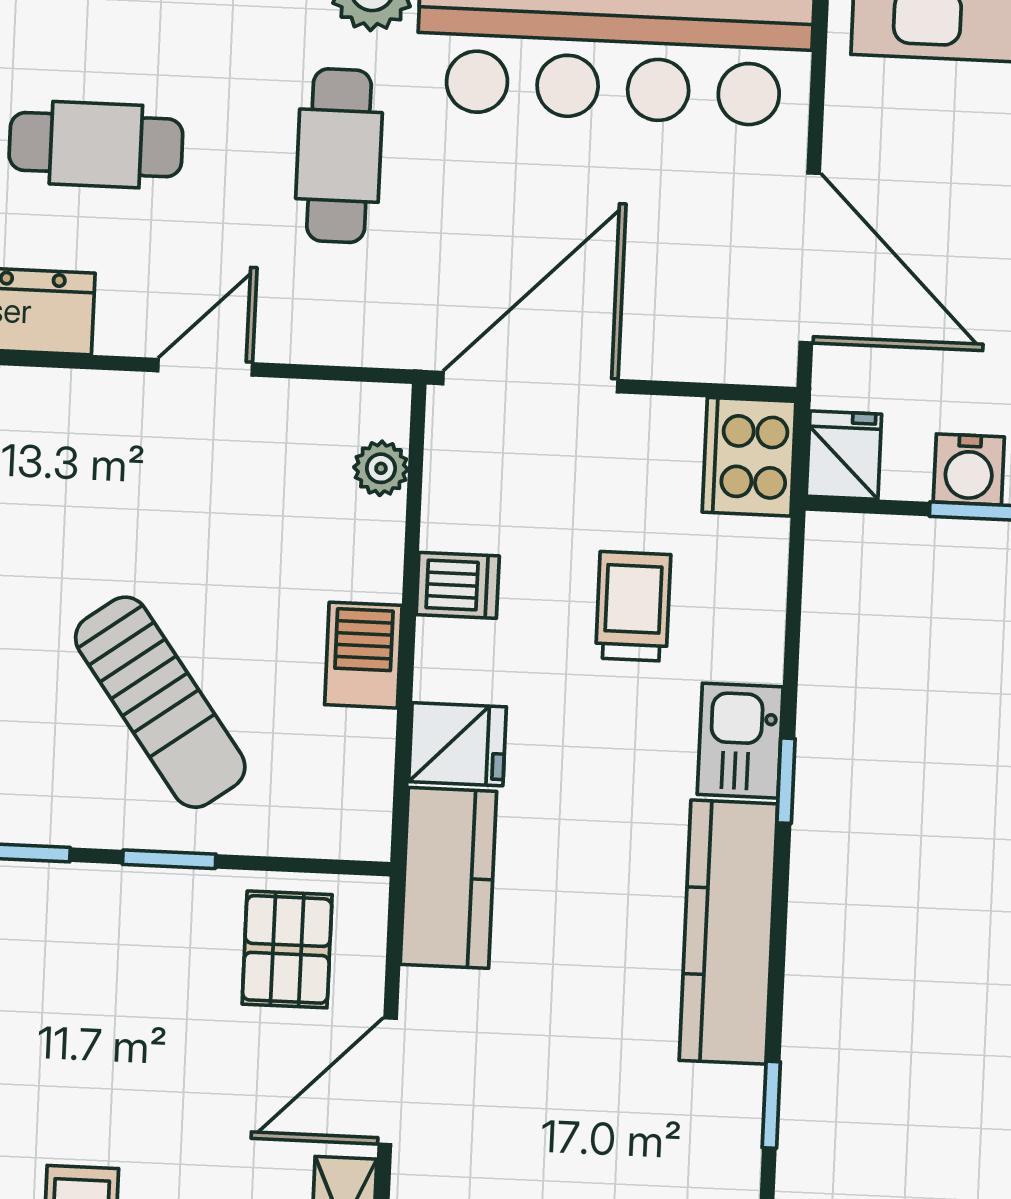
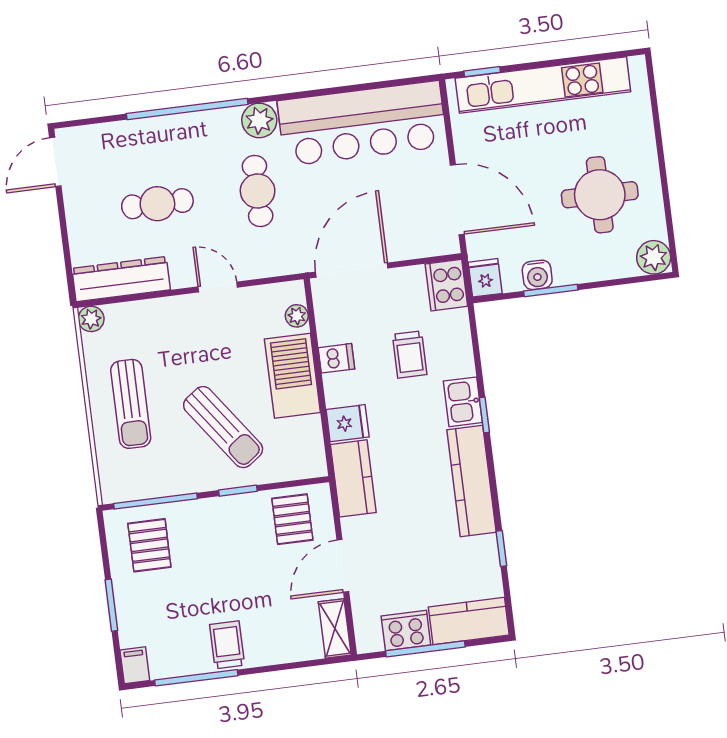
door: (205, 367) -> (218, 287), hinge flipped
trolley: (633, 606) -> (410, 354), turned 180
barbecue: (363, 655) -> (292, 376), width x1.88, depth x1.53

